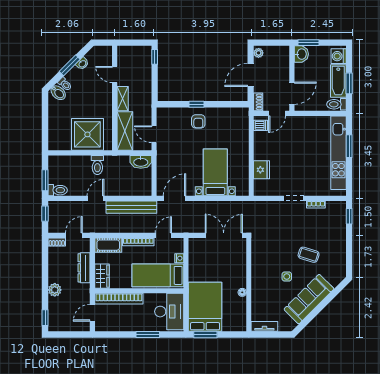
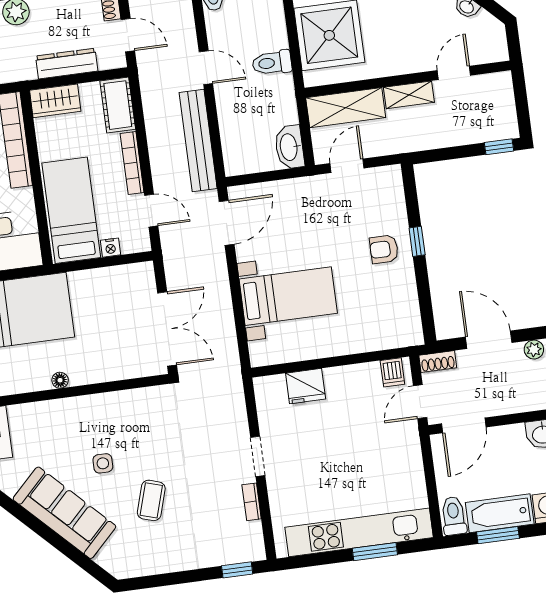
door: (292, 93) -> (464, 425), hinge flipped
door: (277, 113) -> (420, 402), hinge flipped
door: (175, 198) -> (227, 223), hinge flipped

